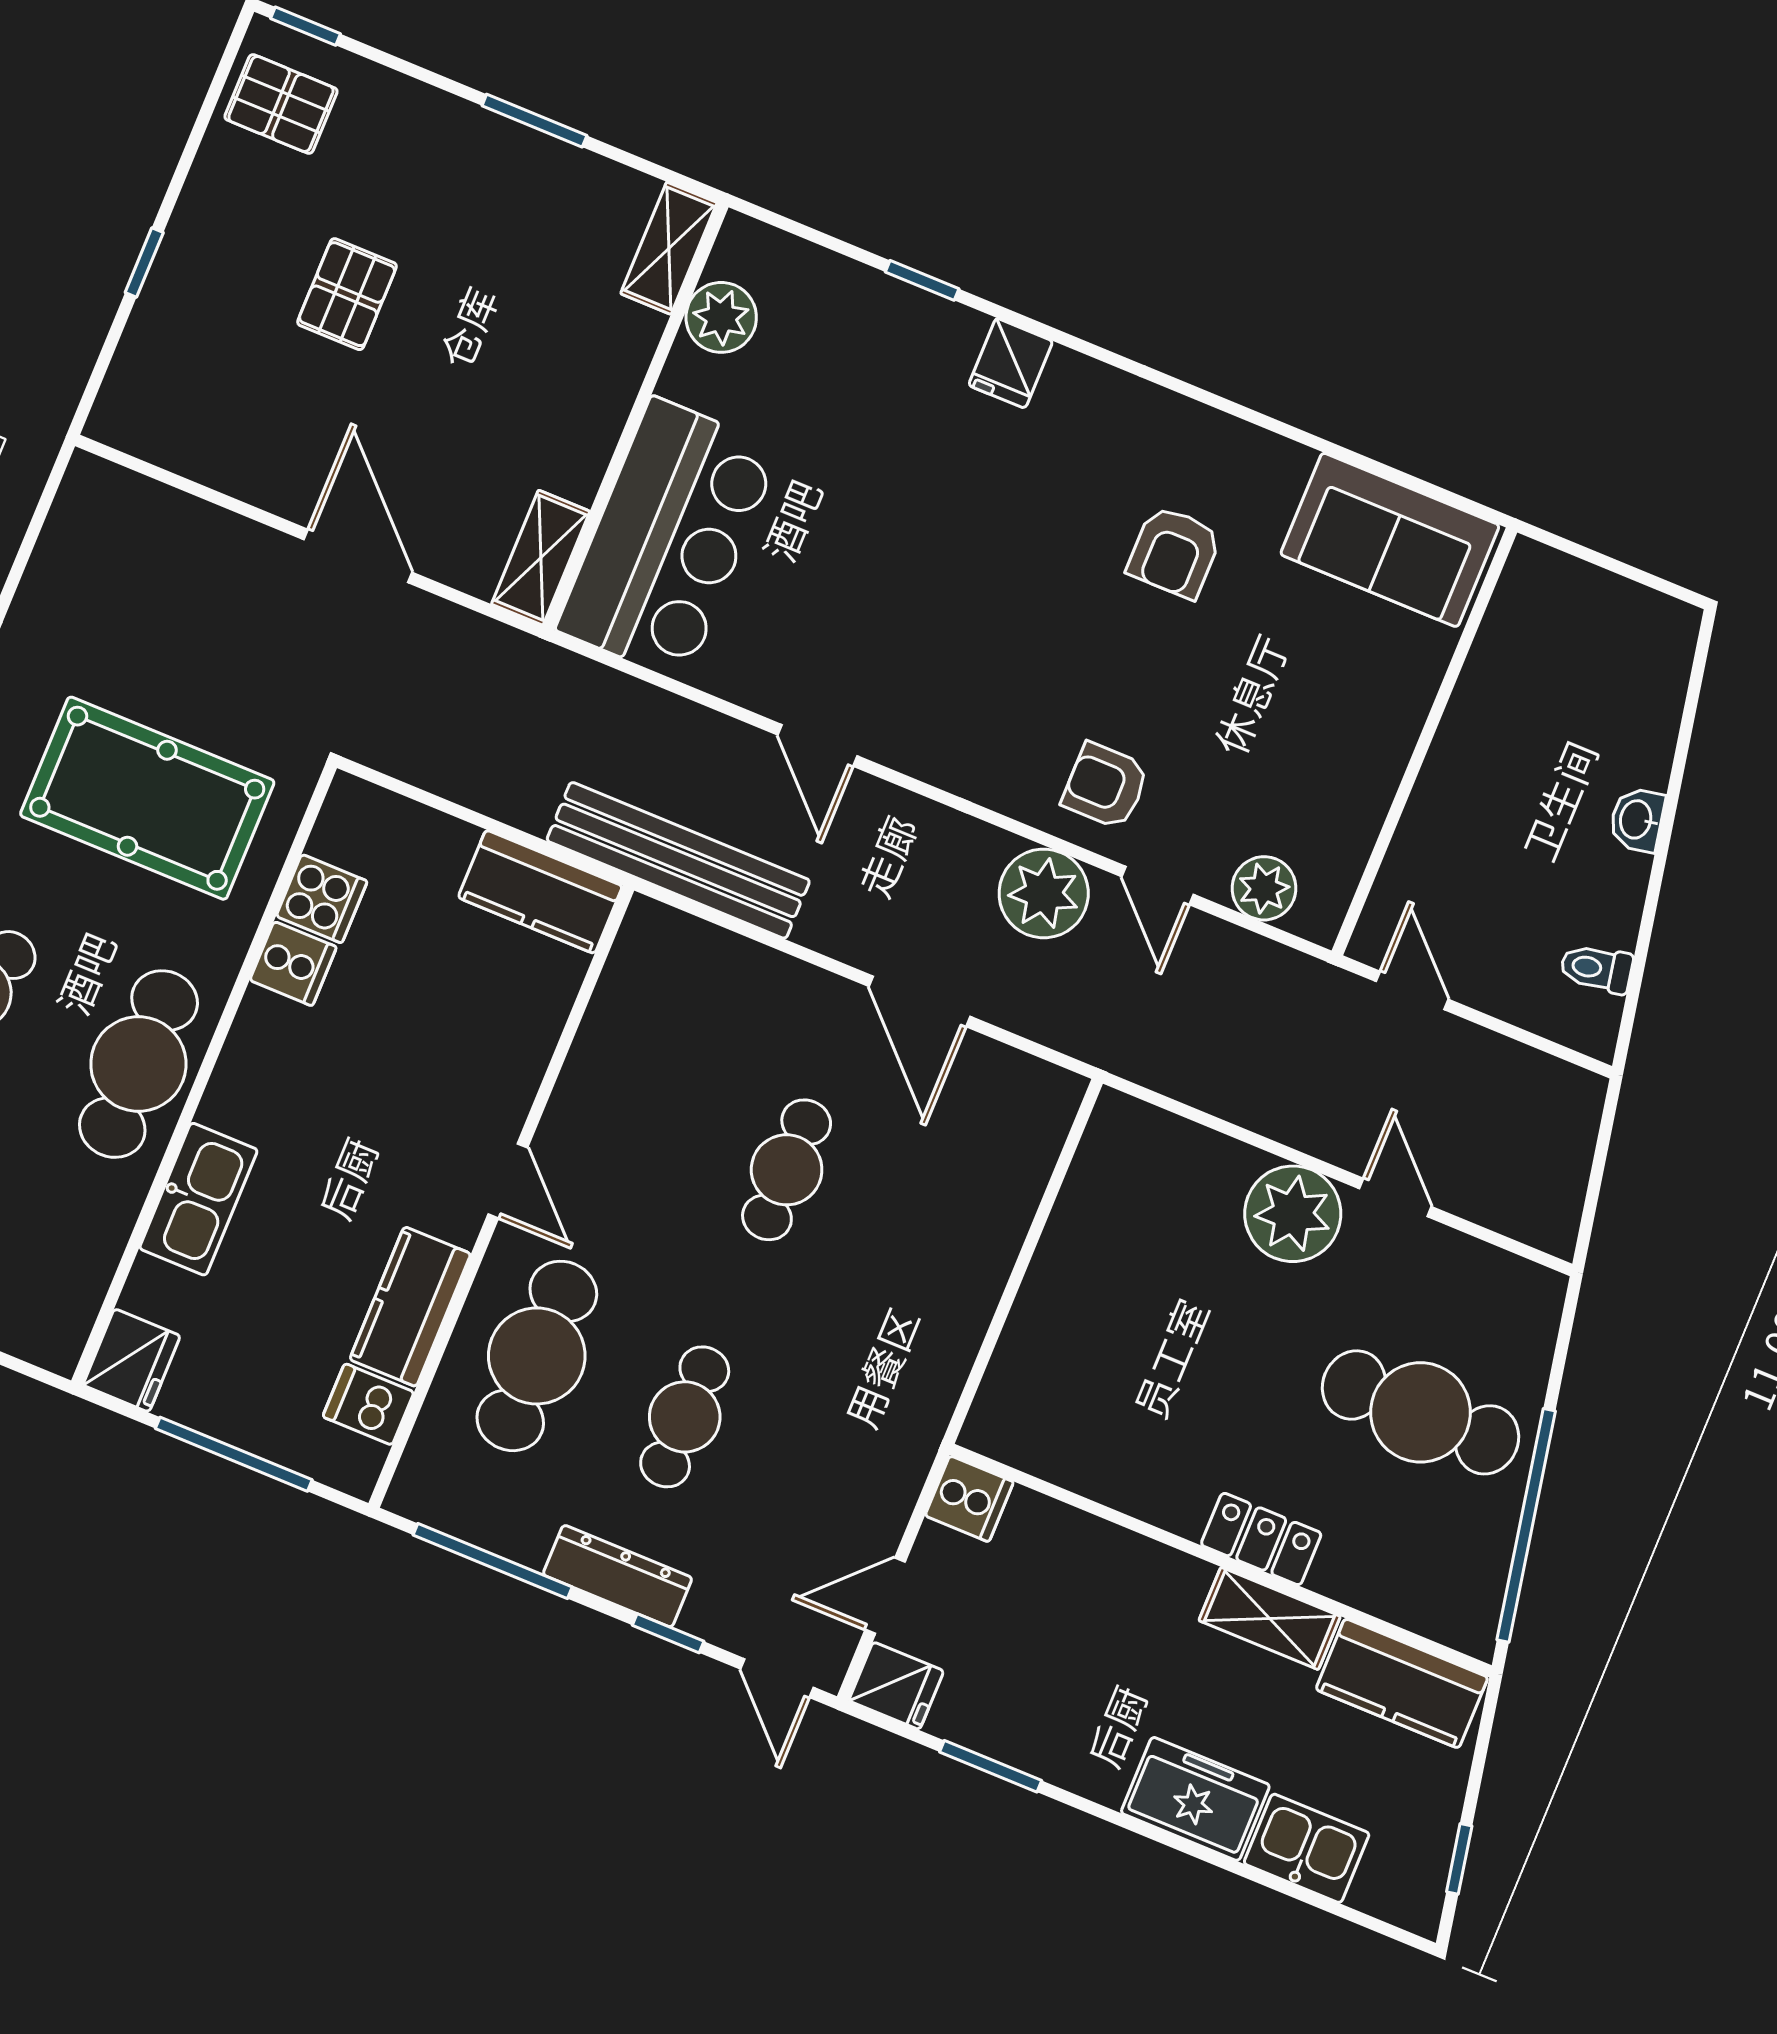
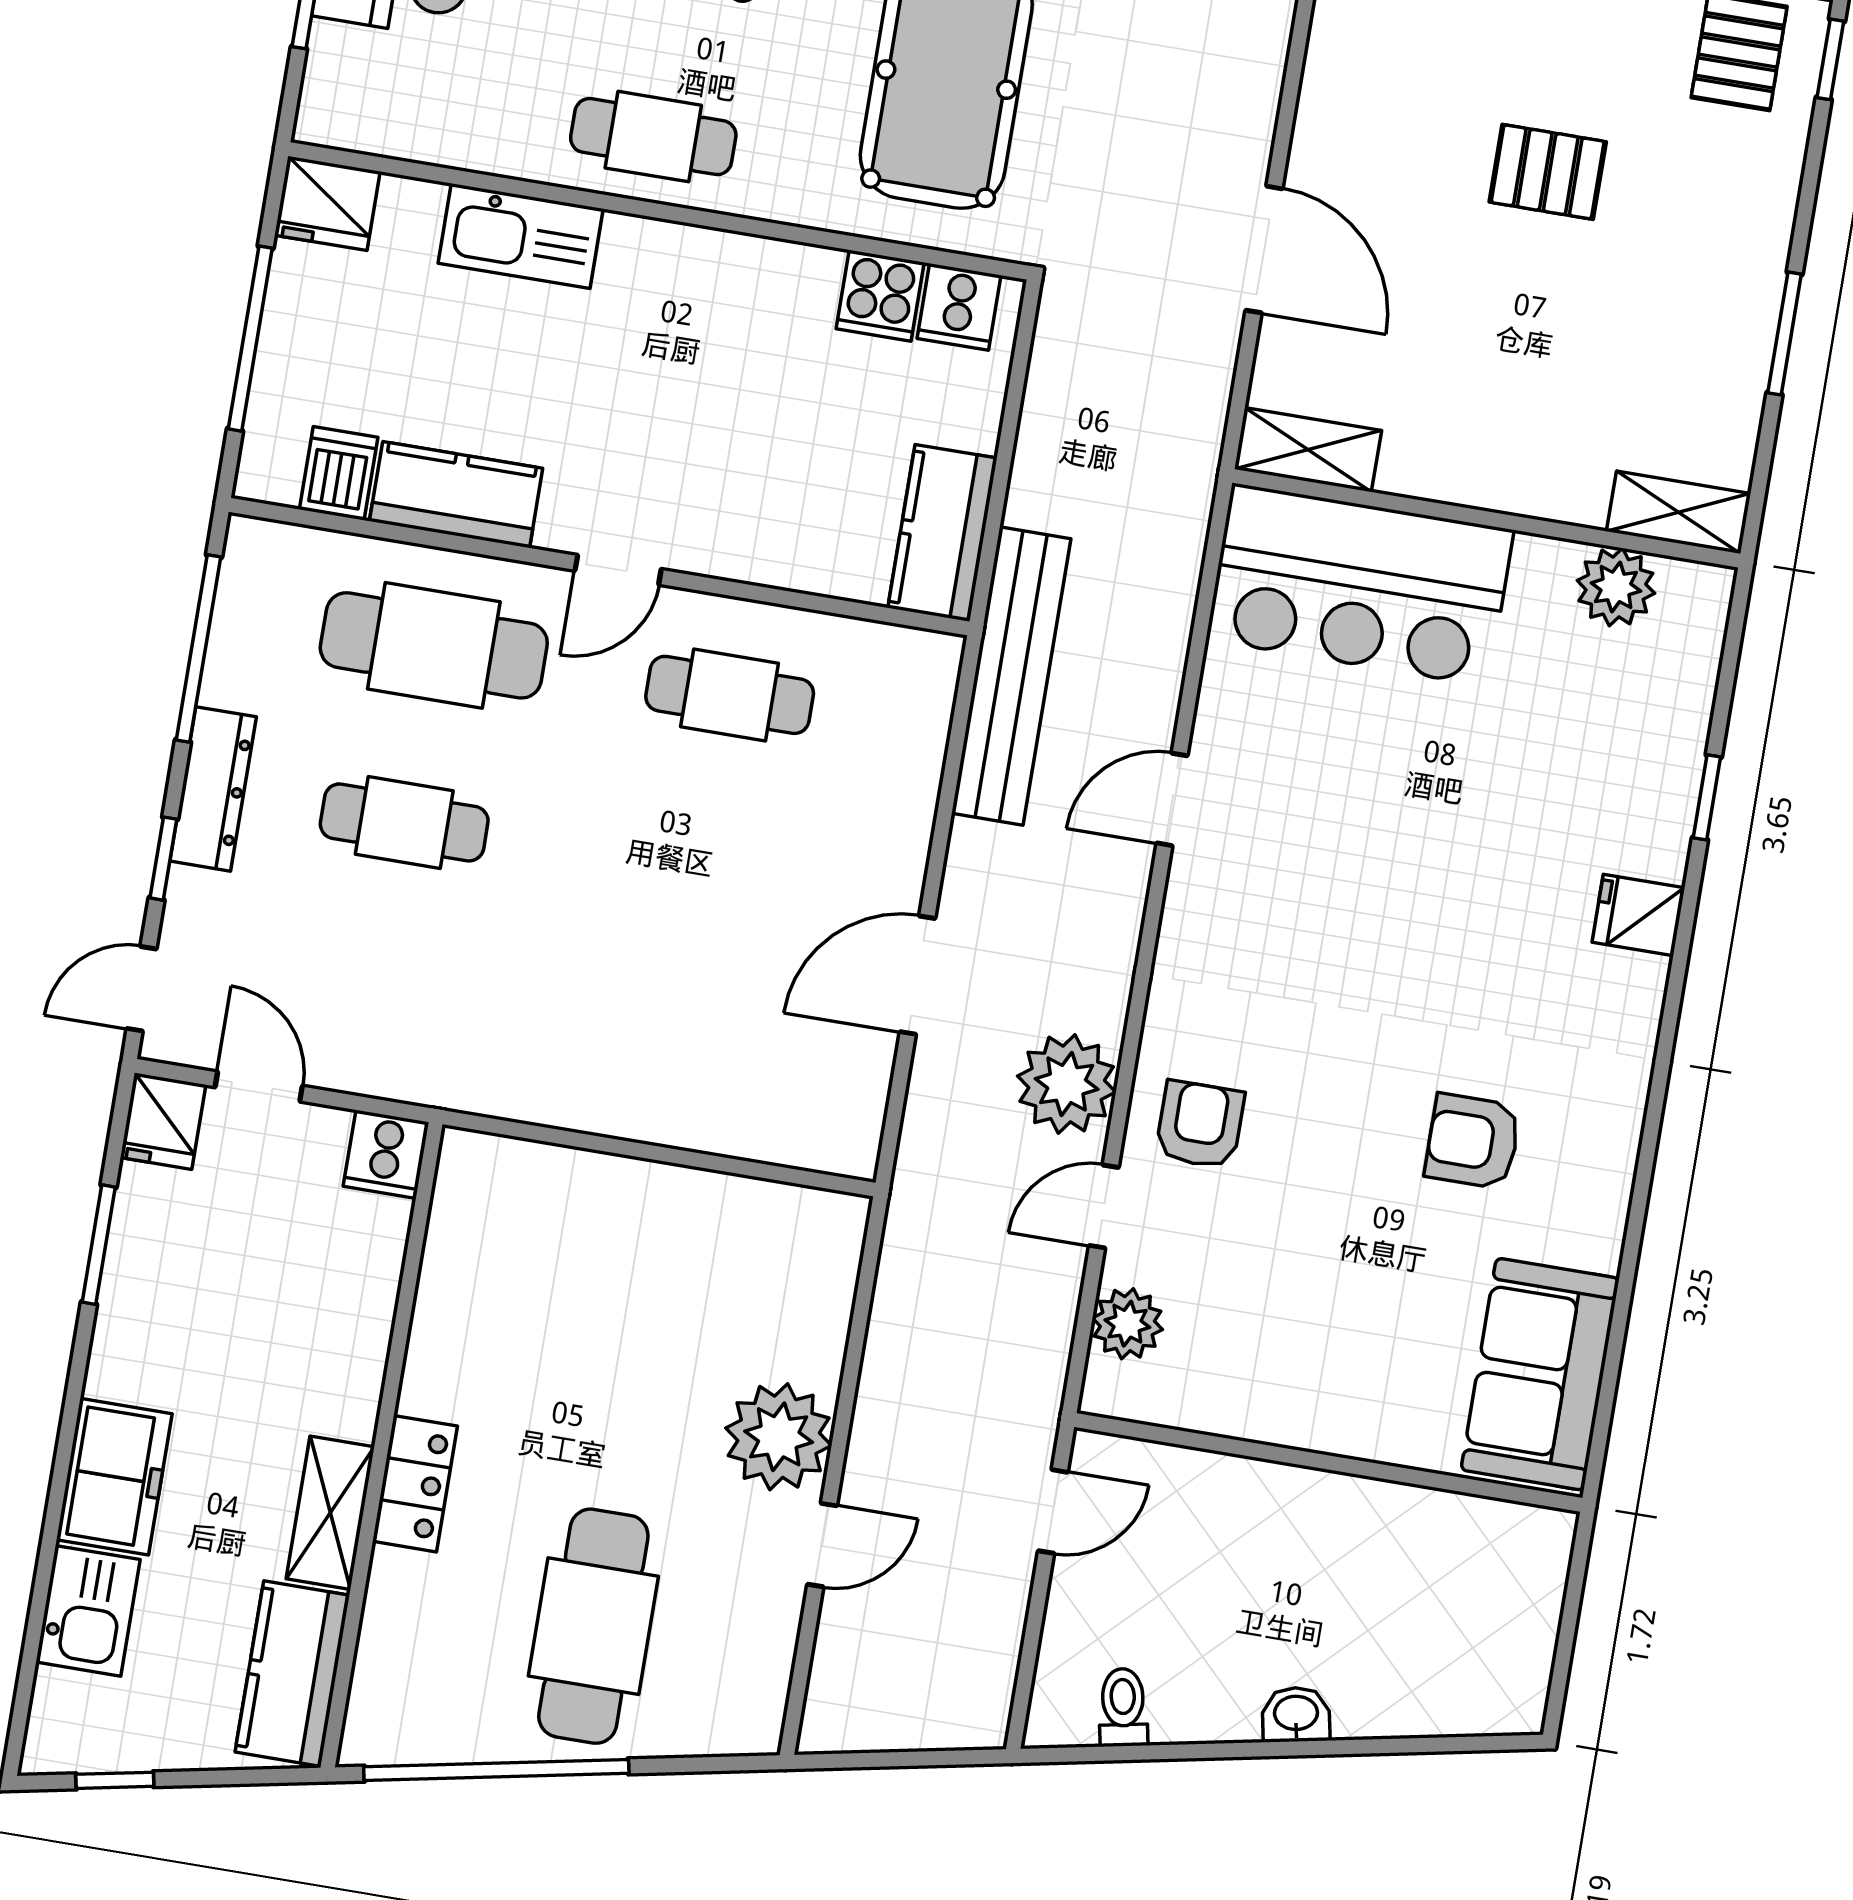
door: (358, 556) -> (1264, 249), hinge flipped
cooker: (293, 964) -> (959, 307), moved
cafe table: (138, 1064) -> (653, 137), width x0.73, depth x0.74
cafe table: (787, 1170) -> (730, 695), moved

